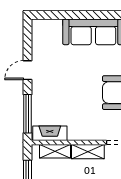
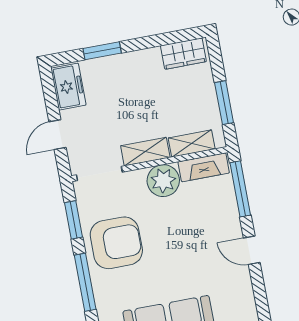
door: (27, 70) -> (252, 250), swing flipped
plant: (79, 129) -> (163, 181), added

